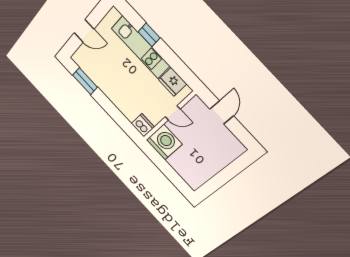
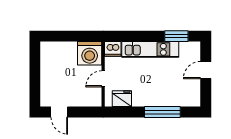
window: (149, 35) -> (162, 112), width x2.17
kitchen unit: (140, 47) -> (150, 49), moved, turned 180
door: (222, 112) -> (59, 112), moved

